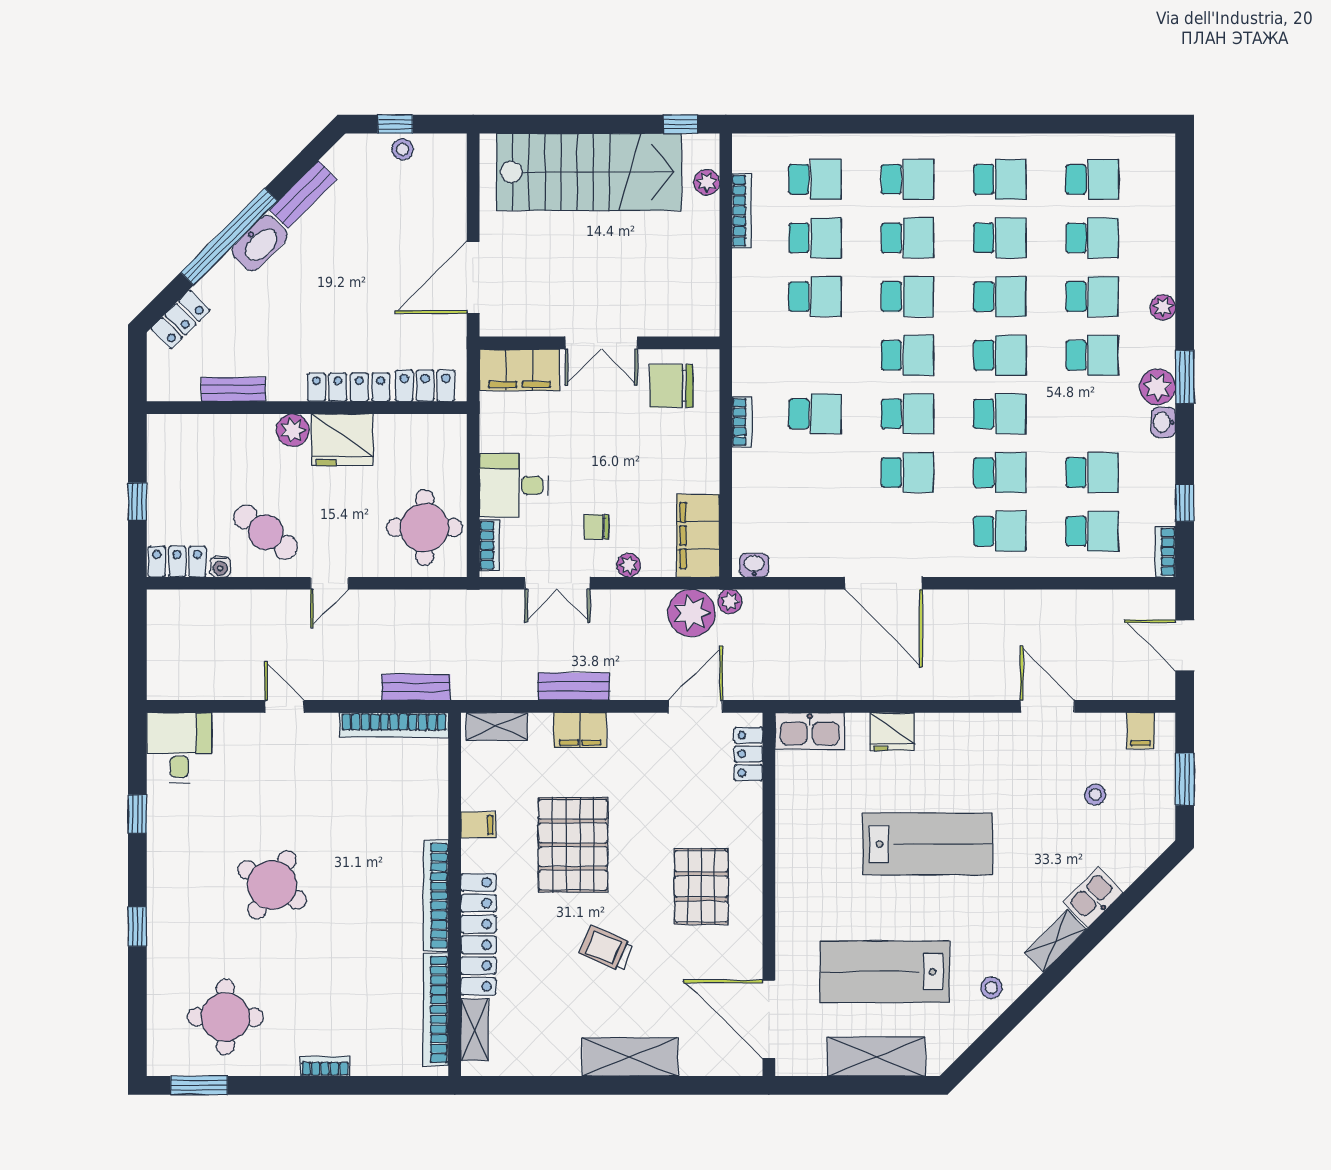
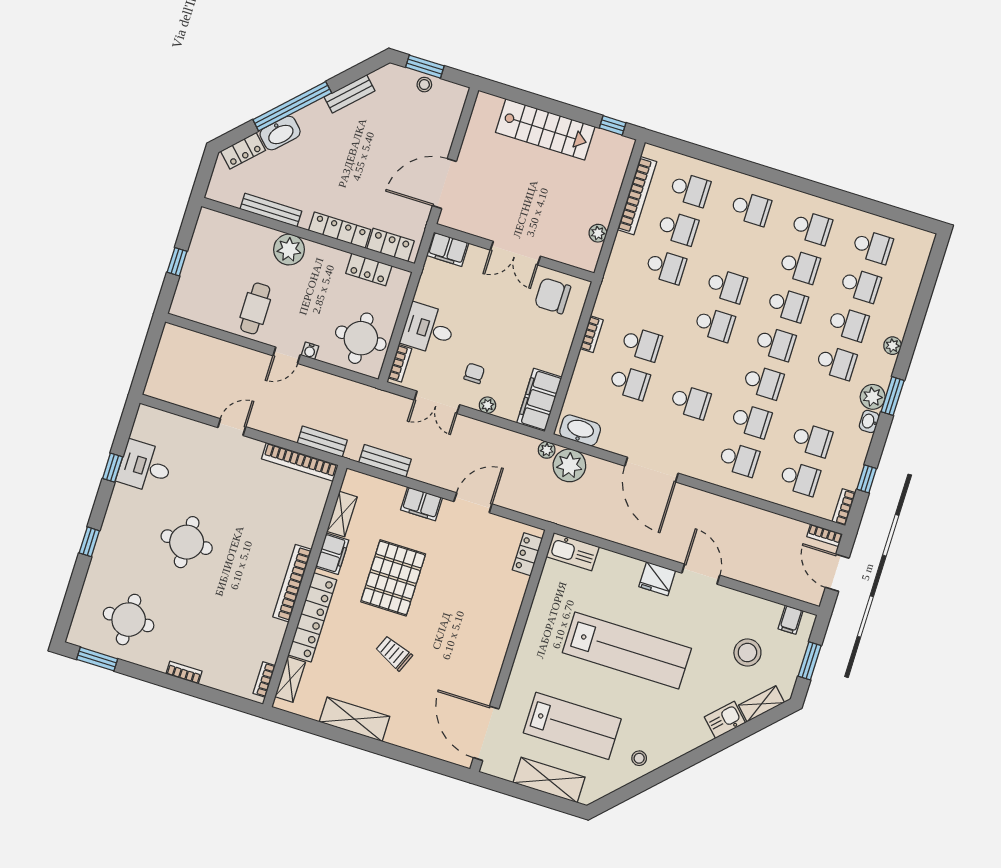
window: (395, 124) -> (425, 67), width x1.50
stairs: (589, 172) -> (545, 129), width x0.73, depth x0.66
plant: (707, 182) -> (598, 233), moved
bookcase: (742, 211) -> (637, 196), width x1.48, depth x1.31
school desk: (908, 238) -> (739, 247), removed
washbasin: (260, 243) -> (280, 133), moved
filing cabinet: (519, 370) -> (448, 249), width x0.67, depth x0.86
bench: (233, 389) -> (271, 210), width x1.36
school desk: (908, 414) -> (629, 383), moved
plant: (293, 430) -> (289, 250), width x1.36, depth x1.36
fridge: (342, 440) -> (325, 263), removed
chair: (596, 527) -> (474, 373), turned 90
cafe table: (266, 532) -> (255, 308), turned 53
locker: (177, 562) -> (369, 270), moved, turned 180
washbasin: (754, 565) -> (580, 430), width x1.91, depth x1.45
water cooler: (220, 567) -> (310, 351), moved
bookcase: (1151, 599) -> (825, 535), added
plant: (692, 613) -> (569, 465), moved
bench: (574, 687) -> (385, 461), moved
door: (285, 706) -> (232, 427), hinge flipped
door: (695, 706) -> (473, 503), moved
door: (1047, 706) -> (701, 574), moved
shelving: (497, 726) -> (342, 514), moved, turned 90
fridge: (892, 732) -> (657, 579), moved
desk: (179, 748) -> (145, 467), moved, turned -90
stool: (1095, 795) -> (747, 653), width x1.89, depth x1.89
filing cabinet: (478, 825) -> (332, 554), width x2.00
lab bench: (928, 844) -> (627, 650), width x1.36
round table: (272, 885) -> (187, 542), turned -31
pallet: (701, 886) -> (469, 632), removed
shelving: (1055, 941) -> (761, 704), moved
lab bench: (885, 972) -> (572, 726), turned 180
bookcase: (436, 1009) -> (264, 679), width x0.43, depth x0.76
shelving: (630, 1057) -> (355, 719), moved

